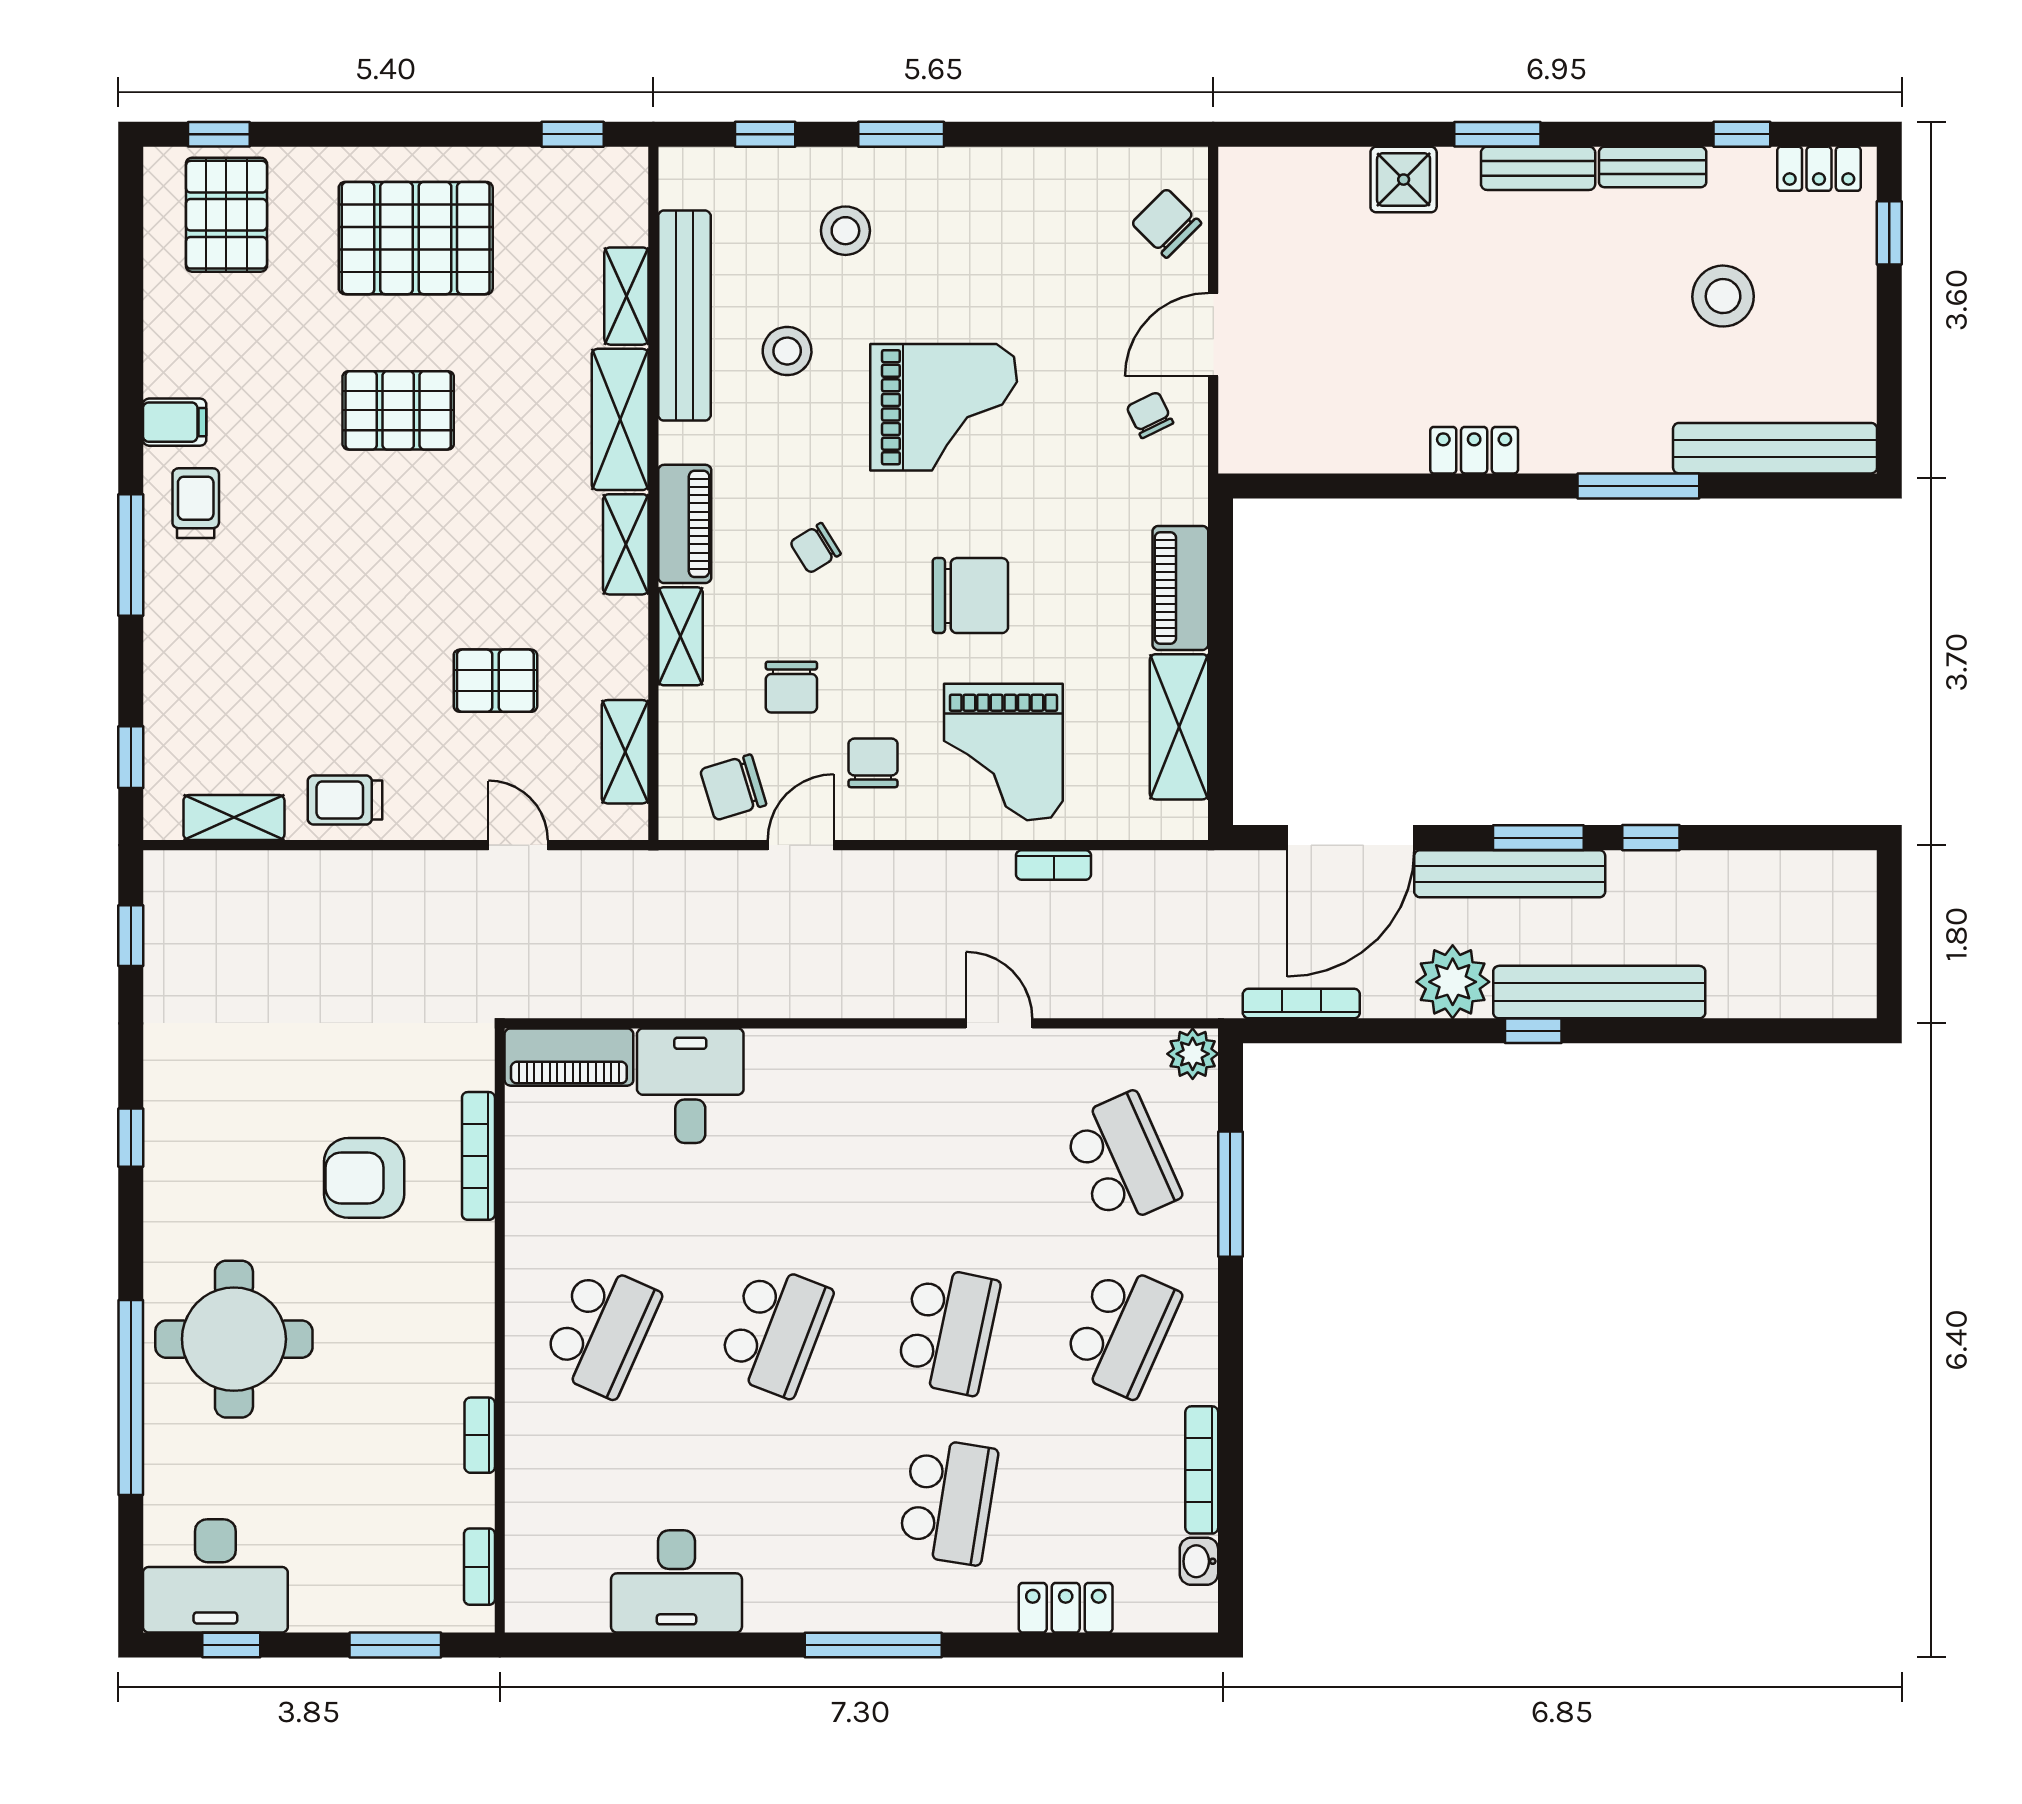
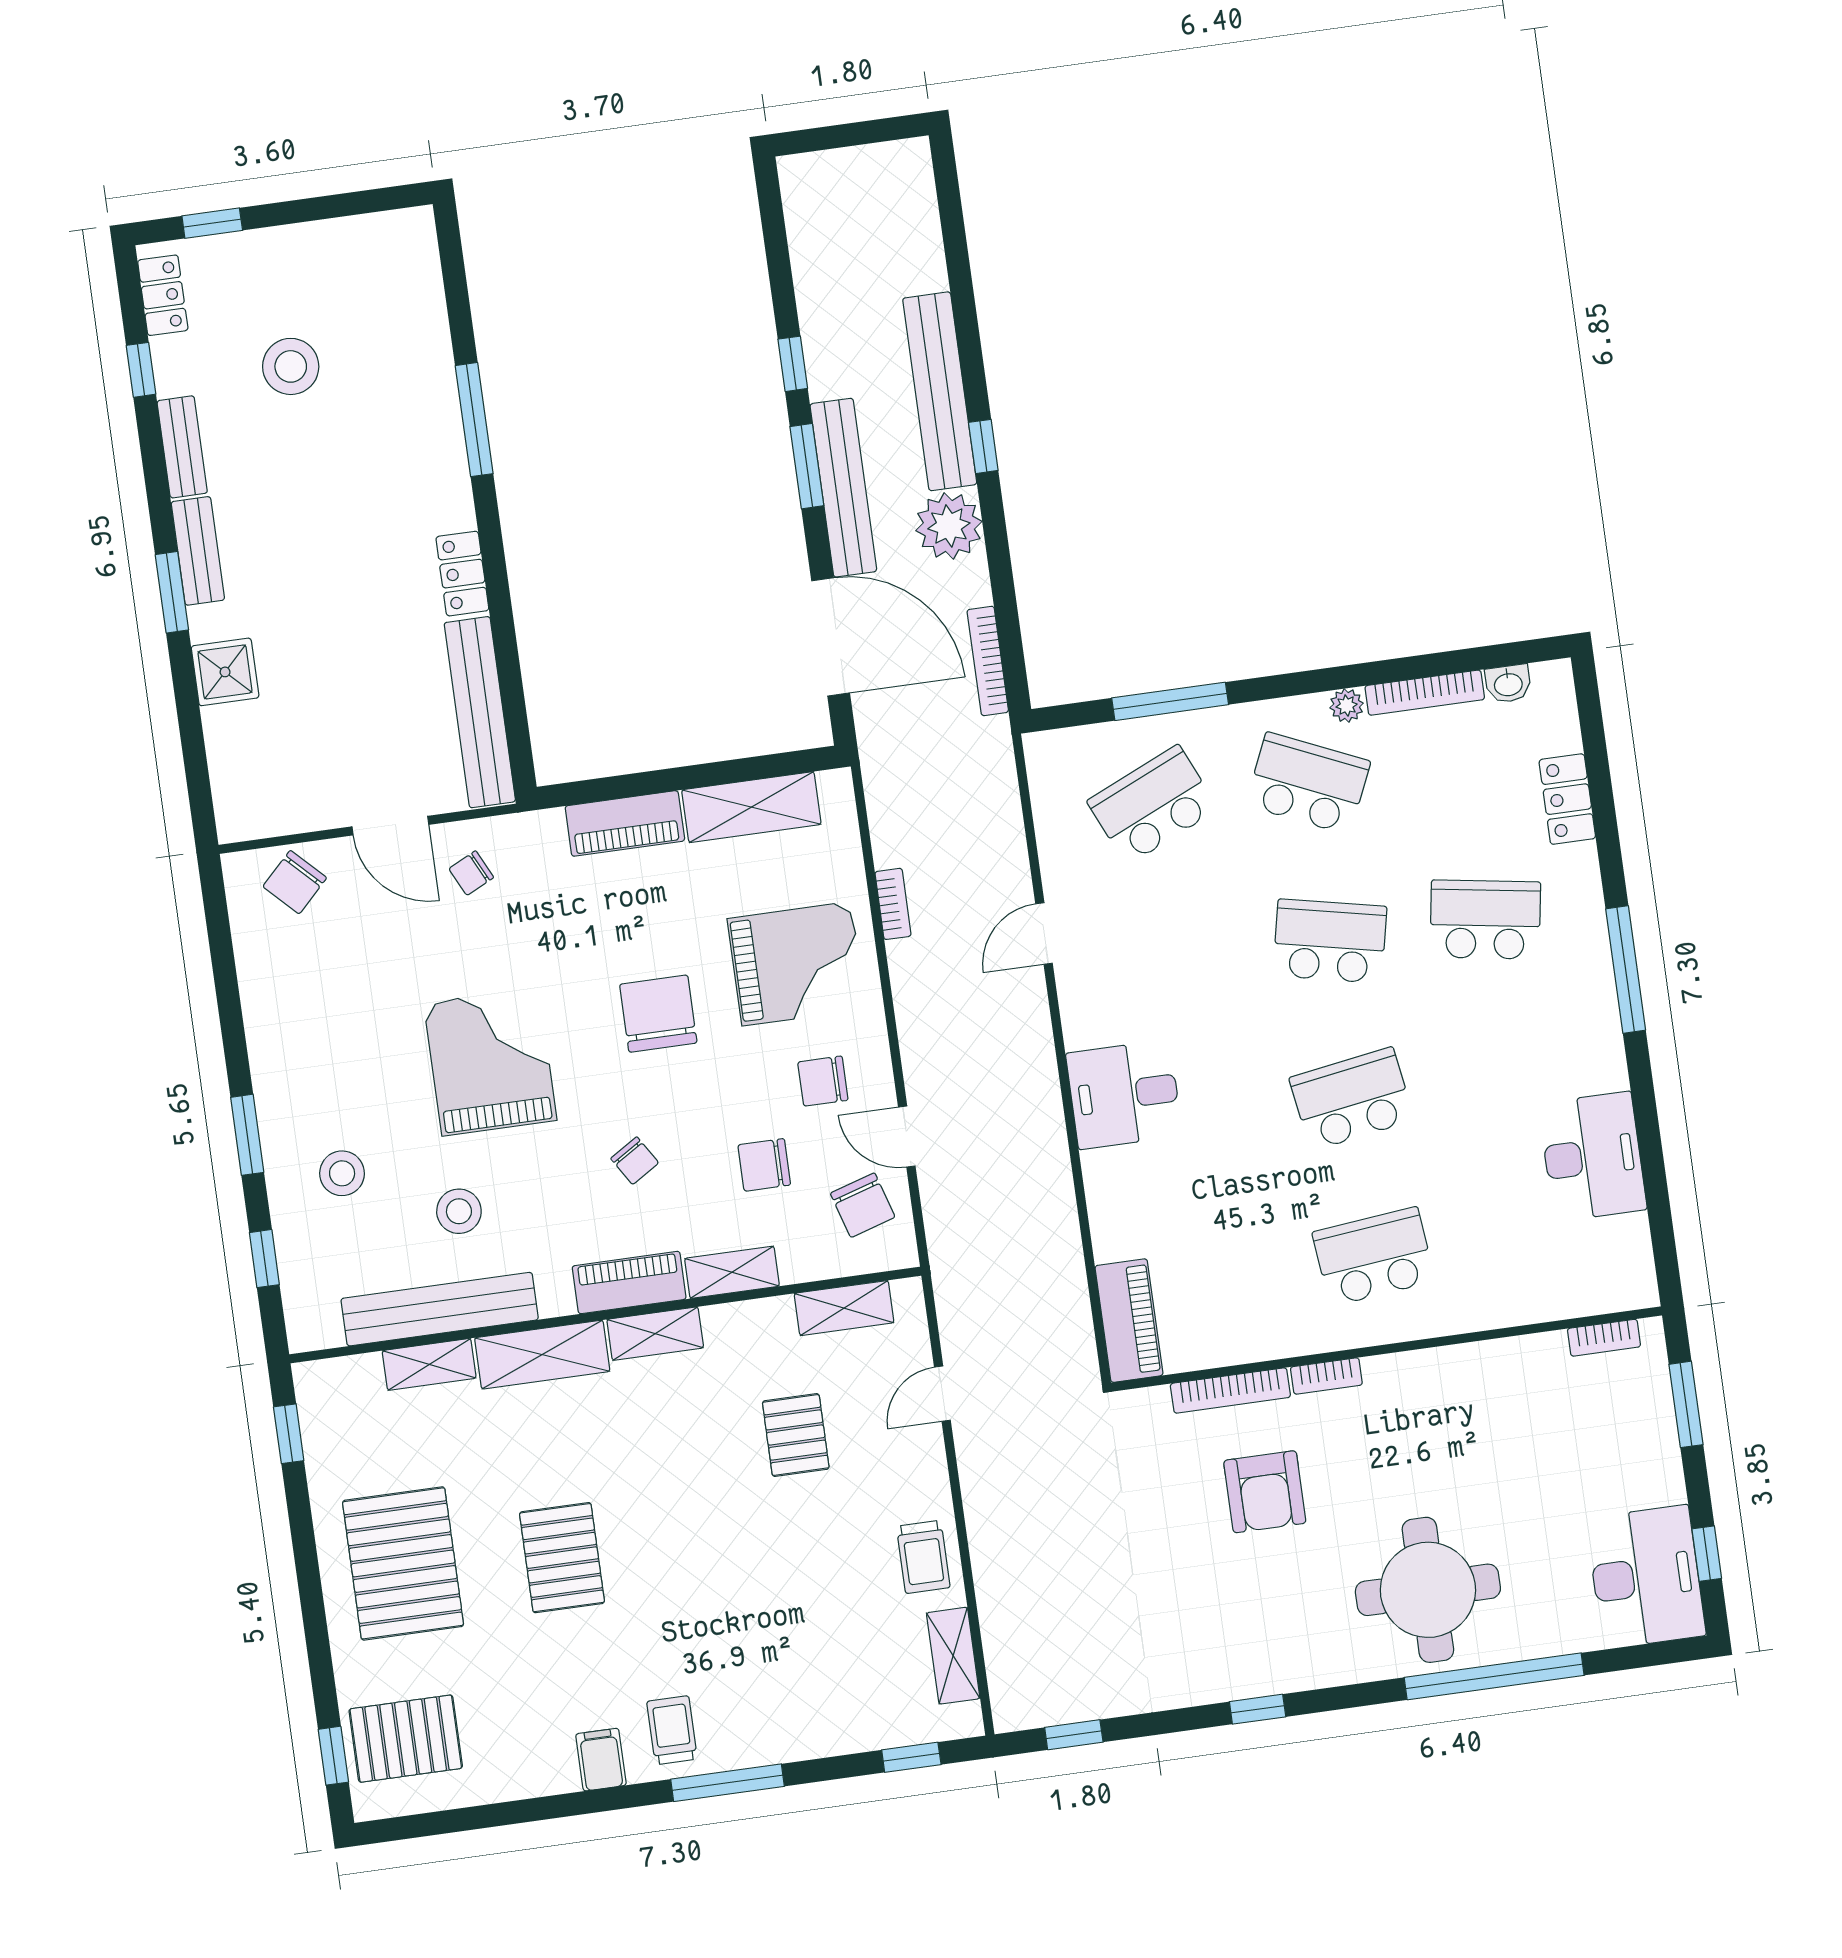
bench: (1775, 448) -> (480, 712), moved
trolley: (196, 503) -> (672, 1730), turned 90
chair: (791, 687) -> (764, 1165), turned 180
plant: (1193, 1054) -> (1347, 706), moved, width x0.73, depth x0.73
desk: (690, 1086) -> (1124, 1094), moved
school desk: (601, 1331) -> (1374, 1257), turned -30
school desk: (775, 1331) -> (1352, 1099), turned -30
bookcase: (480, 1435) -> (1326, 1376), moved

